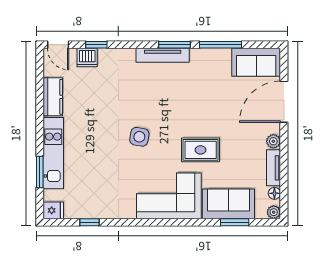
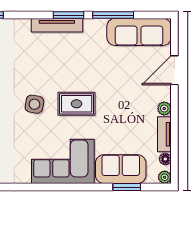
sofa: (256, 62) -> (139, 32), width x1.36
door: (284, 102) -> (174, 70), width x0.73
rug: (201, 150) -> (77, 104), moved

